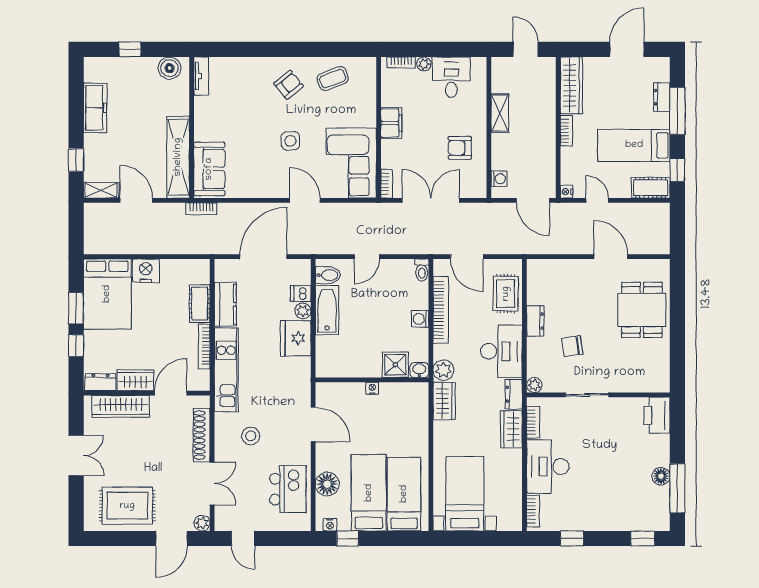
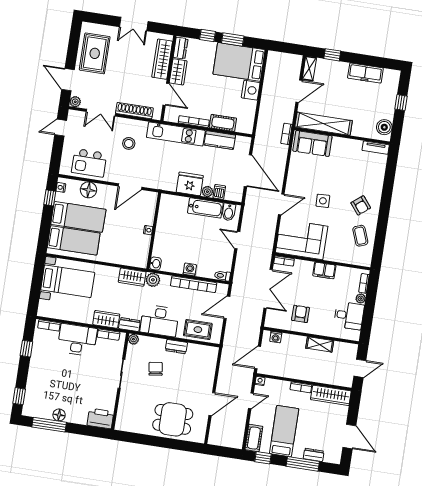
shower: (395, 365) -> (162, 248), removed

